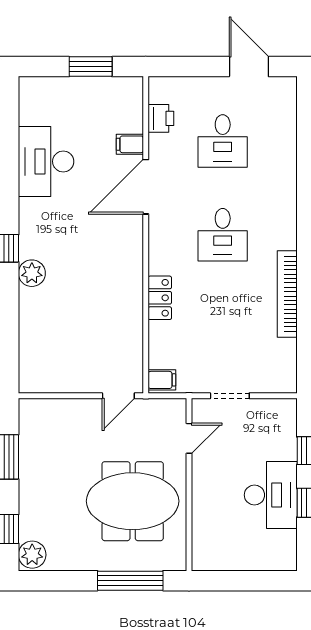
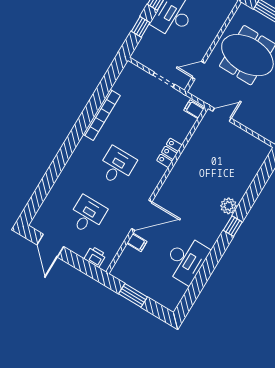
printer: (161, 118) -> (95, 257), moved, turned 90

